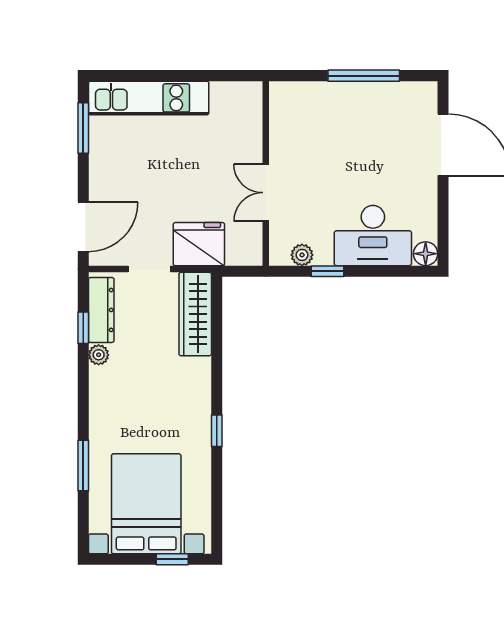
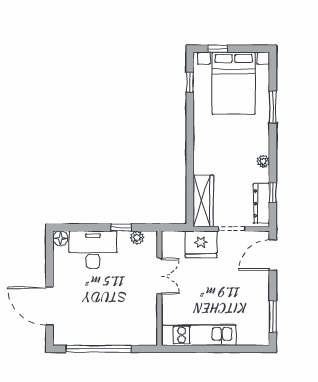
window: (364, 76) -> (99, 349), width x1.46
kitchen unit: (149, 98) -> (199, 335), moved
plant: (99, 355) -> (263, 161), moved
window: (217, 431) -> (190, 82), moved

